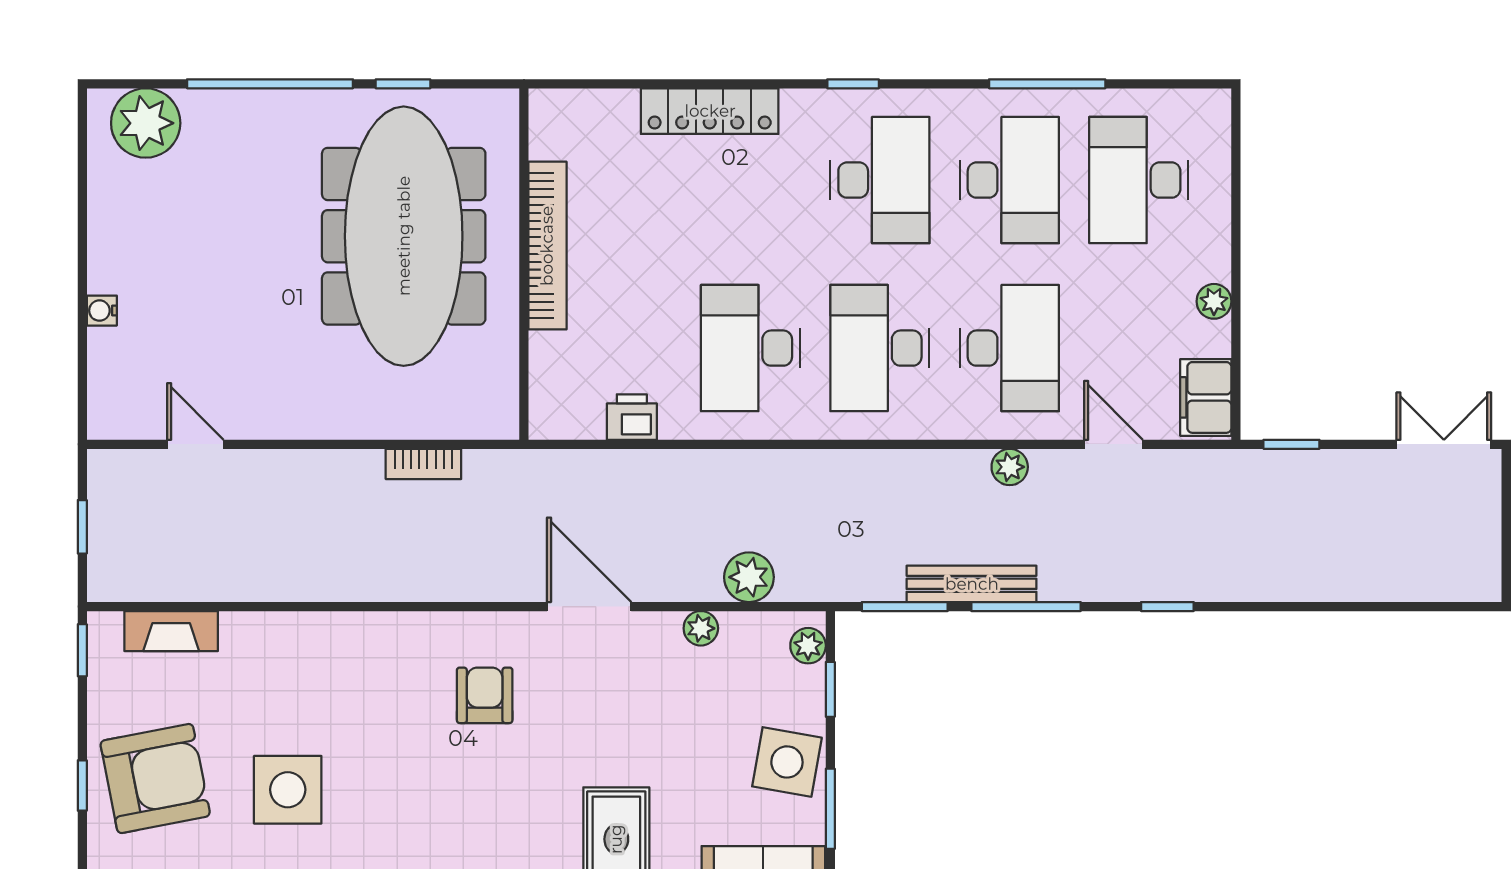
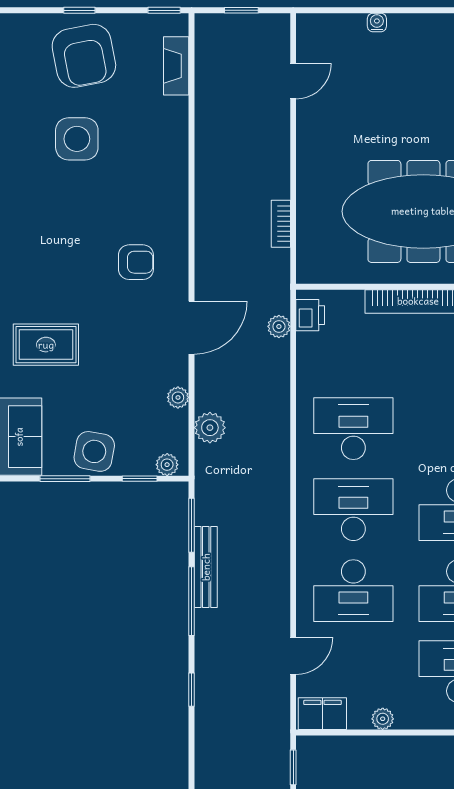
printer: (632, 417) -> (310, 315), moved
plant: (1010, 467) -> (279, 326), moved

